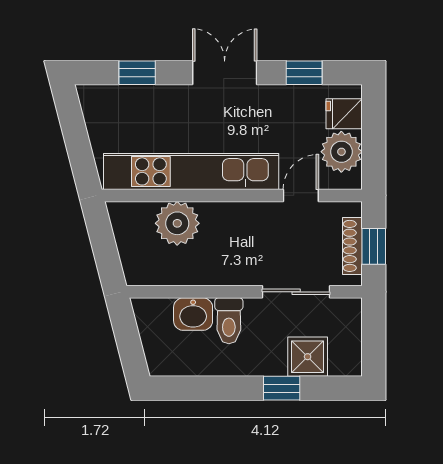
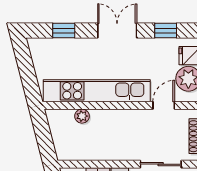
plant: (177, 223) -> (82, 116), width x0.53, depth x0.53

